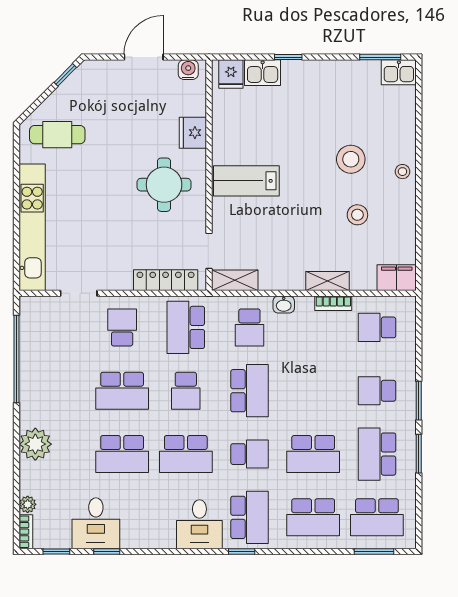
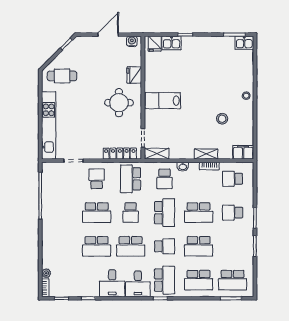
stool: (351, 159) -> (219, 89), removed
plant: (35, 444) -> (50, 241), removed
school desk: (377, 454) -> (199, 213), moved, turned -90
desk: (96, 523) -> (112, 283), moved

